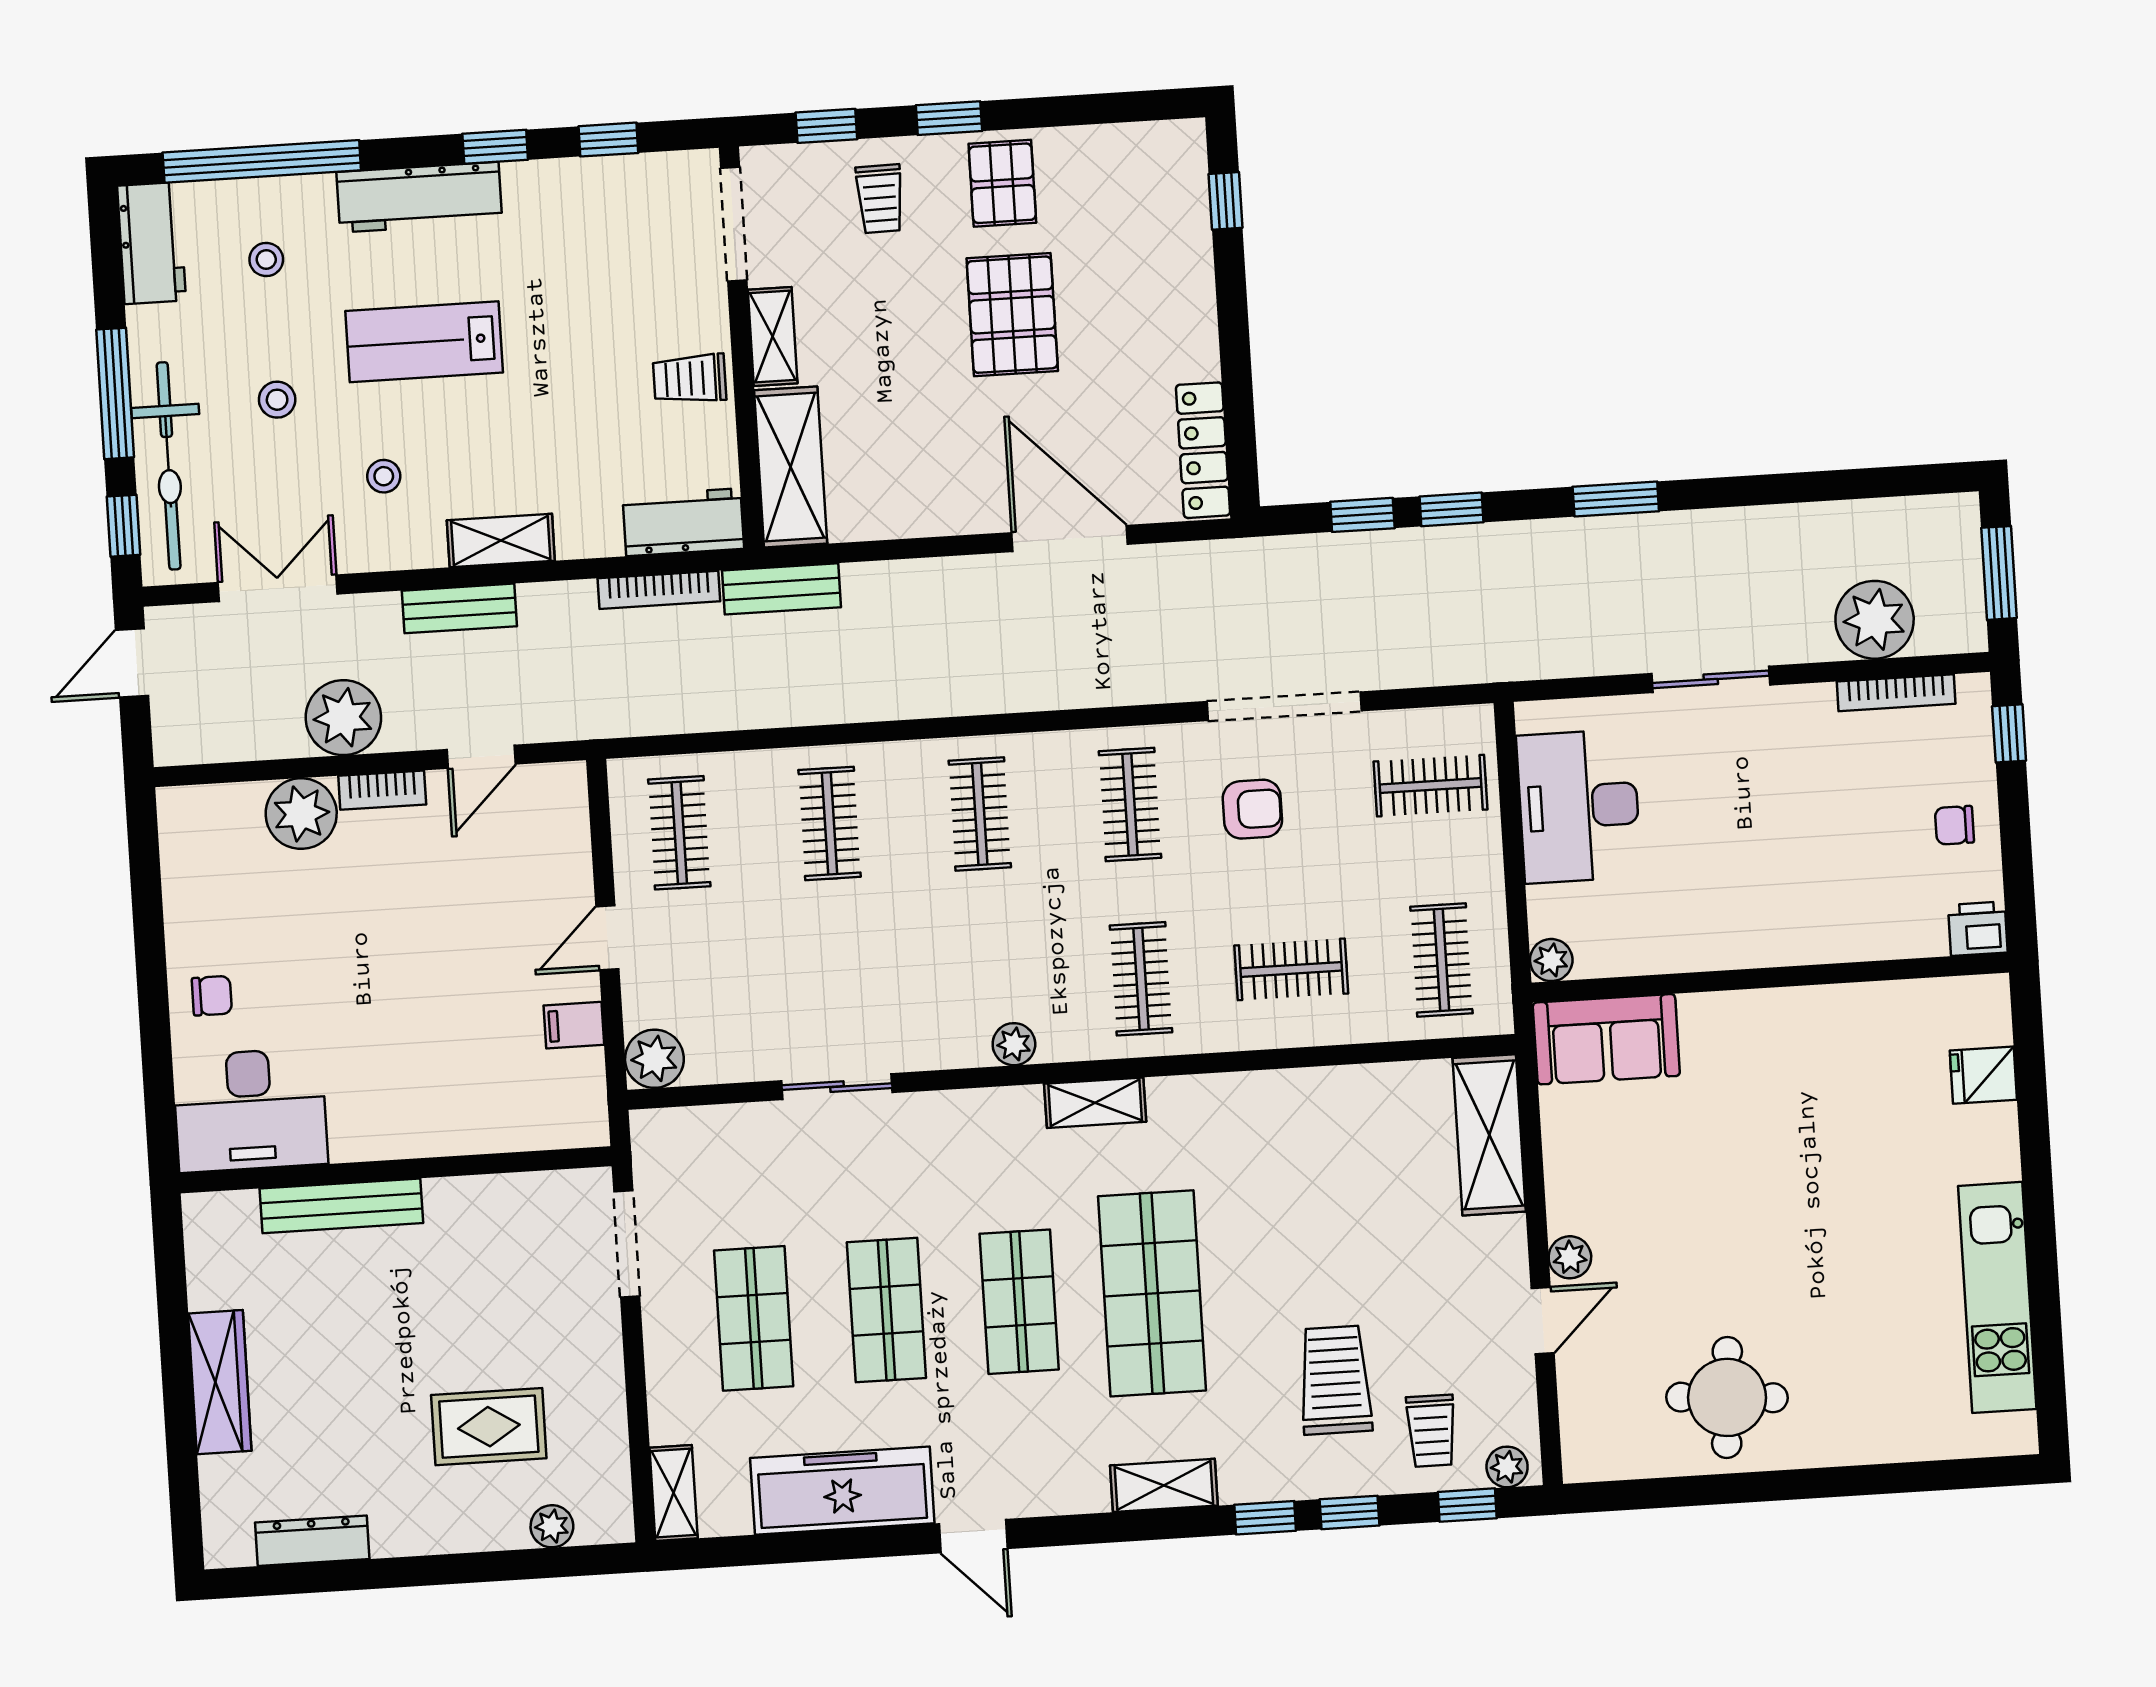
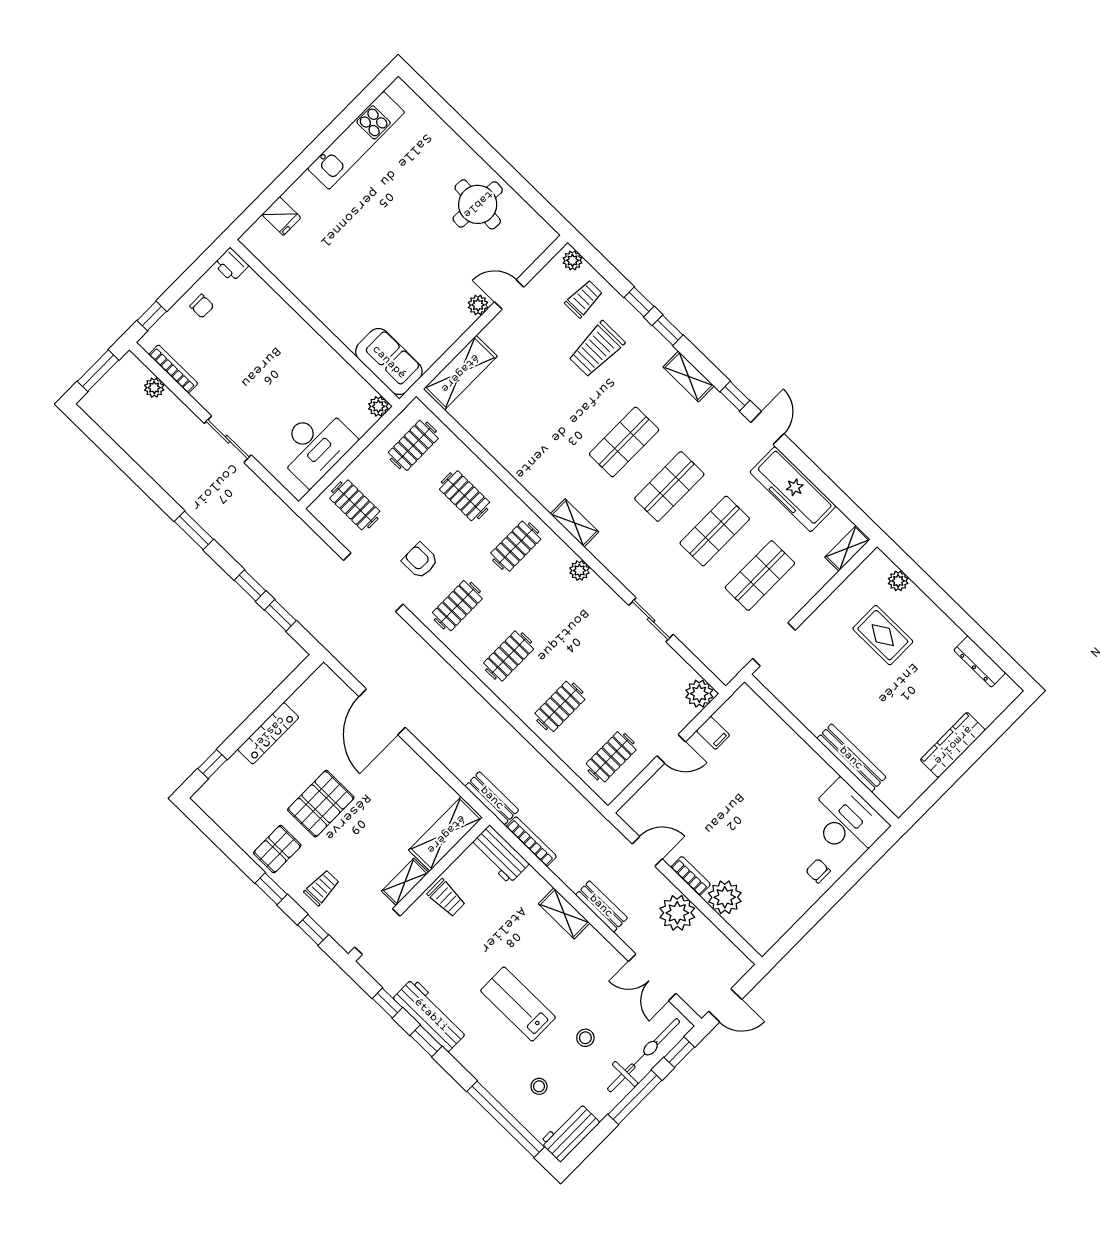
workbench: (419, 197) -> (431, 1015), moved
lab bench: (424, 342) -> (518, 1004), turned 180
locker: (1203, 450) -> (268, 733), moved
stool: (384, 476) -> (579, 975), removed
plant: (1875, 620) -> (154, 388), width x0.53, depth x0.53
shop shelf: (1152, 1293) -> (624, 442), width x0.70, depth x0.74
window: (1467, 1505) -> (735, 396), moved

